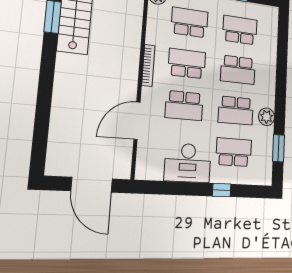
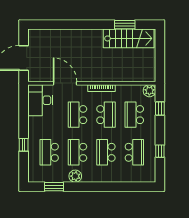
school desk: (190, 22) -> (134, 115), turned 180
school desk: (234, 152) -> (49, 152), turned 180
desk: (188, 163) -> (40, 100), moved

